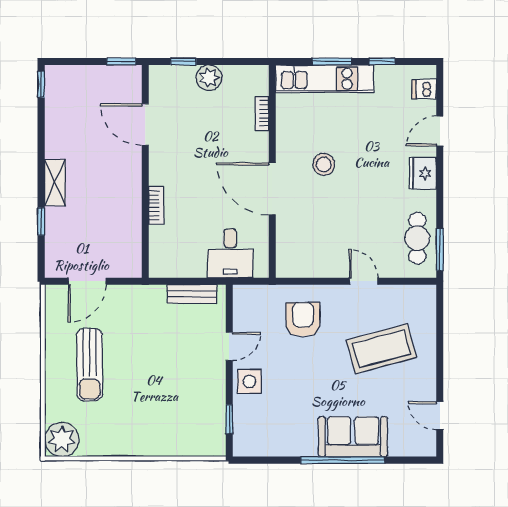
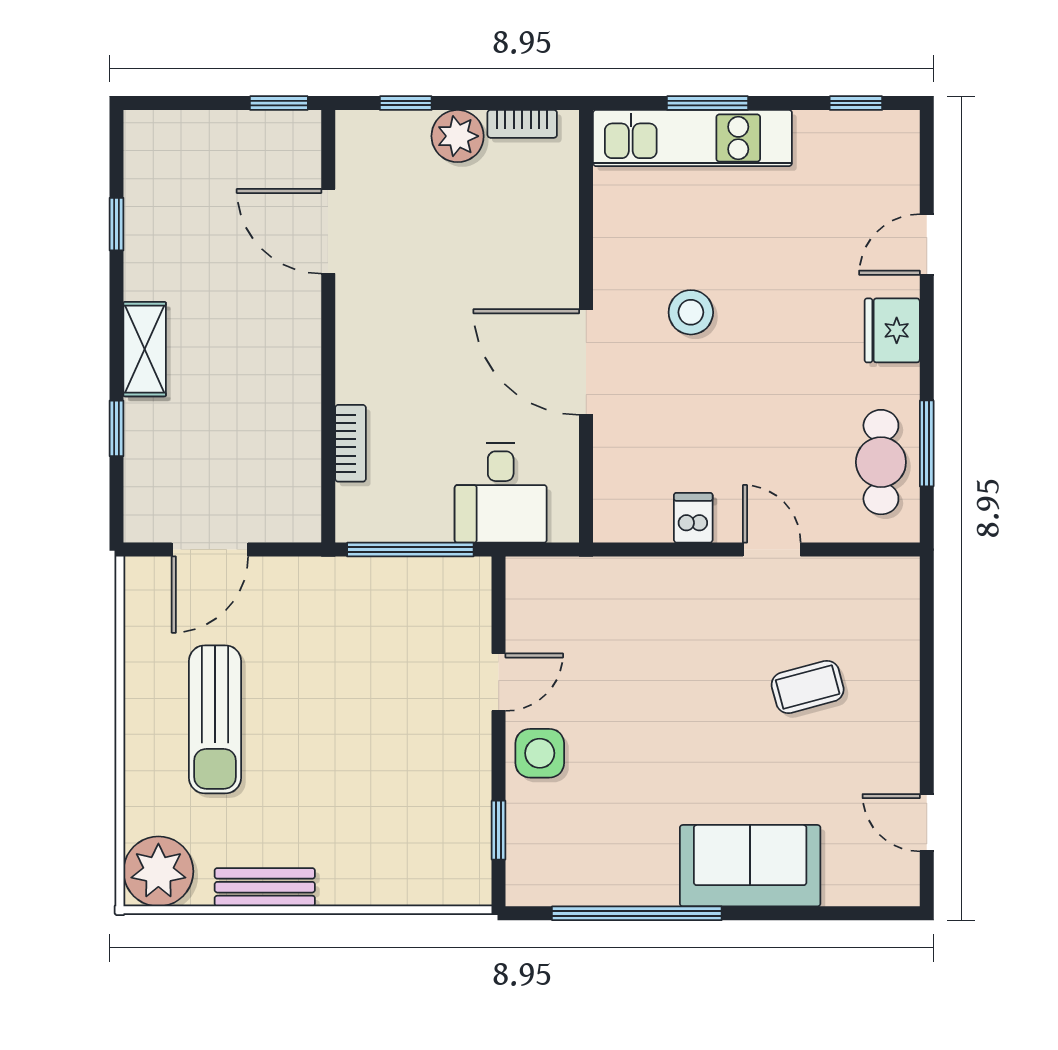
window: (382, 61) -> (856, 103), moved
window: (41, 84) -> (116, 224), moved
dishwasher: (424, 89) -> (693, 518), moved, turned 90
bookcase: (262, 113) -> (522, 124), moved, turned -90
bookcase: (156, 205) -> (350, 443), moved
window: (440, 250) -> (927, 443), moved
window: (186, 281) -> (410, 550), added
bench: (192, 294) -> (265, 887), moved
armchair: (303, 319) -> (649, 627), removed
coffee table: (381, 349) -> (808, 687), width x0.54, depth x0.58
window: (343, 460) -> (637, 913), moved

